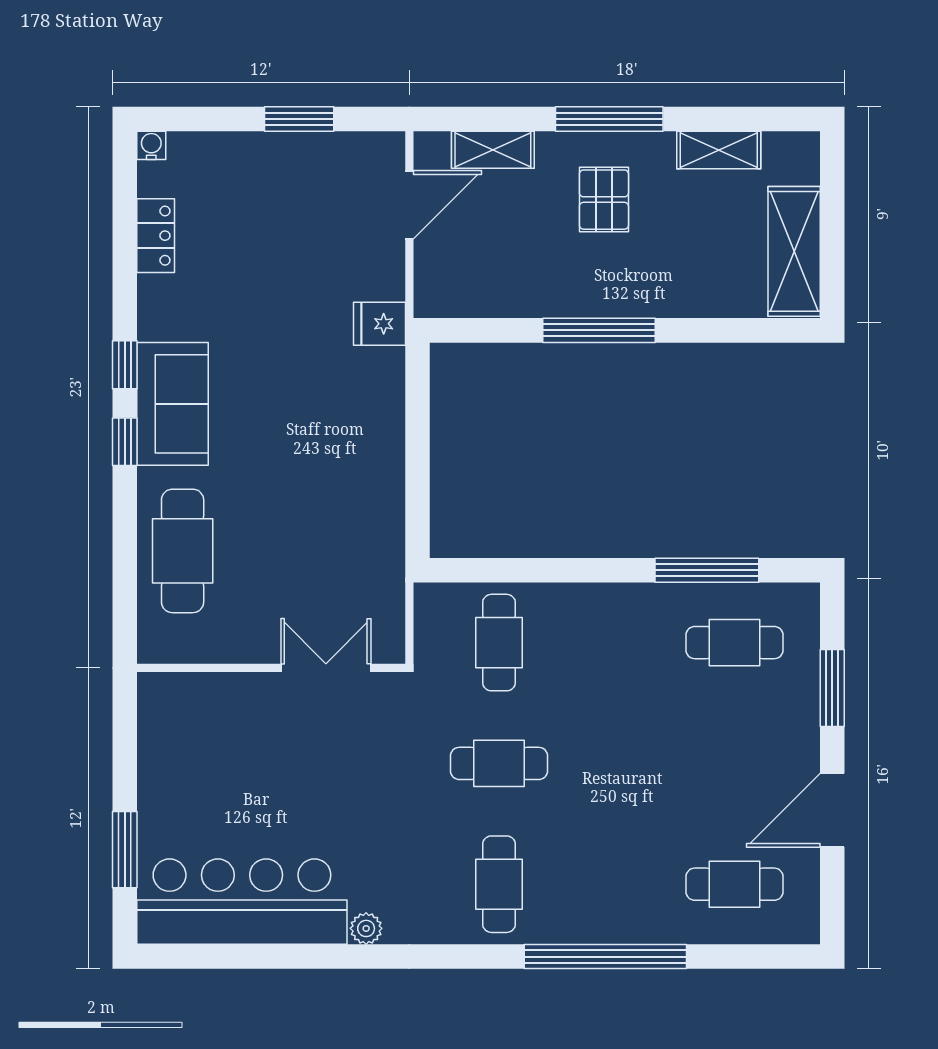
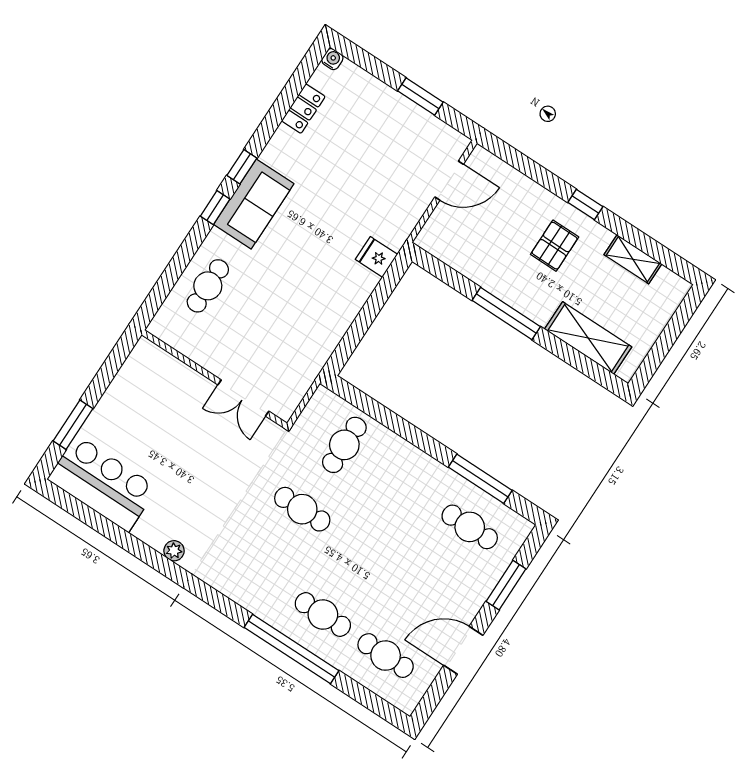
window: (609, 119) -> (585, 205), width x0.46
shelving: (493, 150) -> (513, 180), removed
shelving: (794, 251) -> (588, 338), moved, turned 90
fridge: (380, 324) -> (376, 257), moved
cafe table: (183, 551) -> (208, 286), width x0.73, depth x0.74
double door: (326, 668) -> (243, 398), swing flipped
cafe table: (499, 884) -> (323, 615), moved, turned 90
bar counter: (242, 902) -> (102, 483), width x0.73

